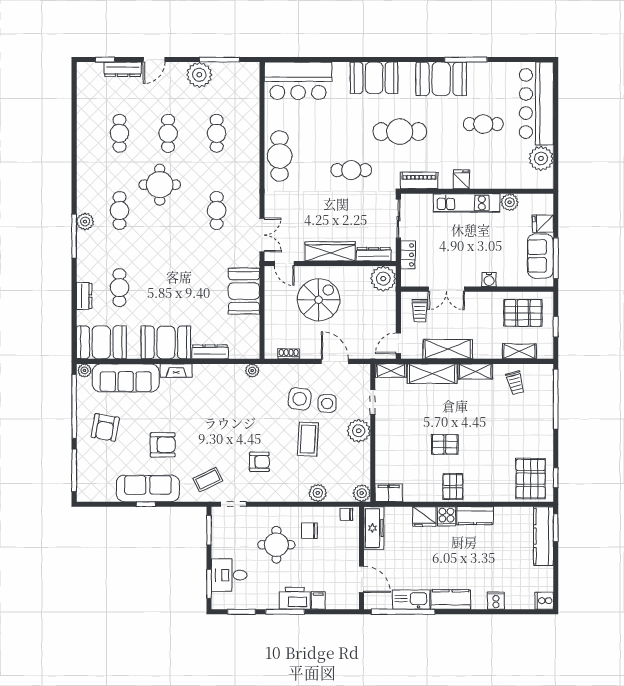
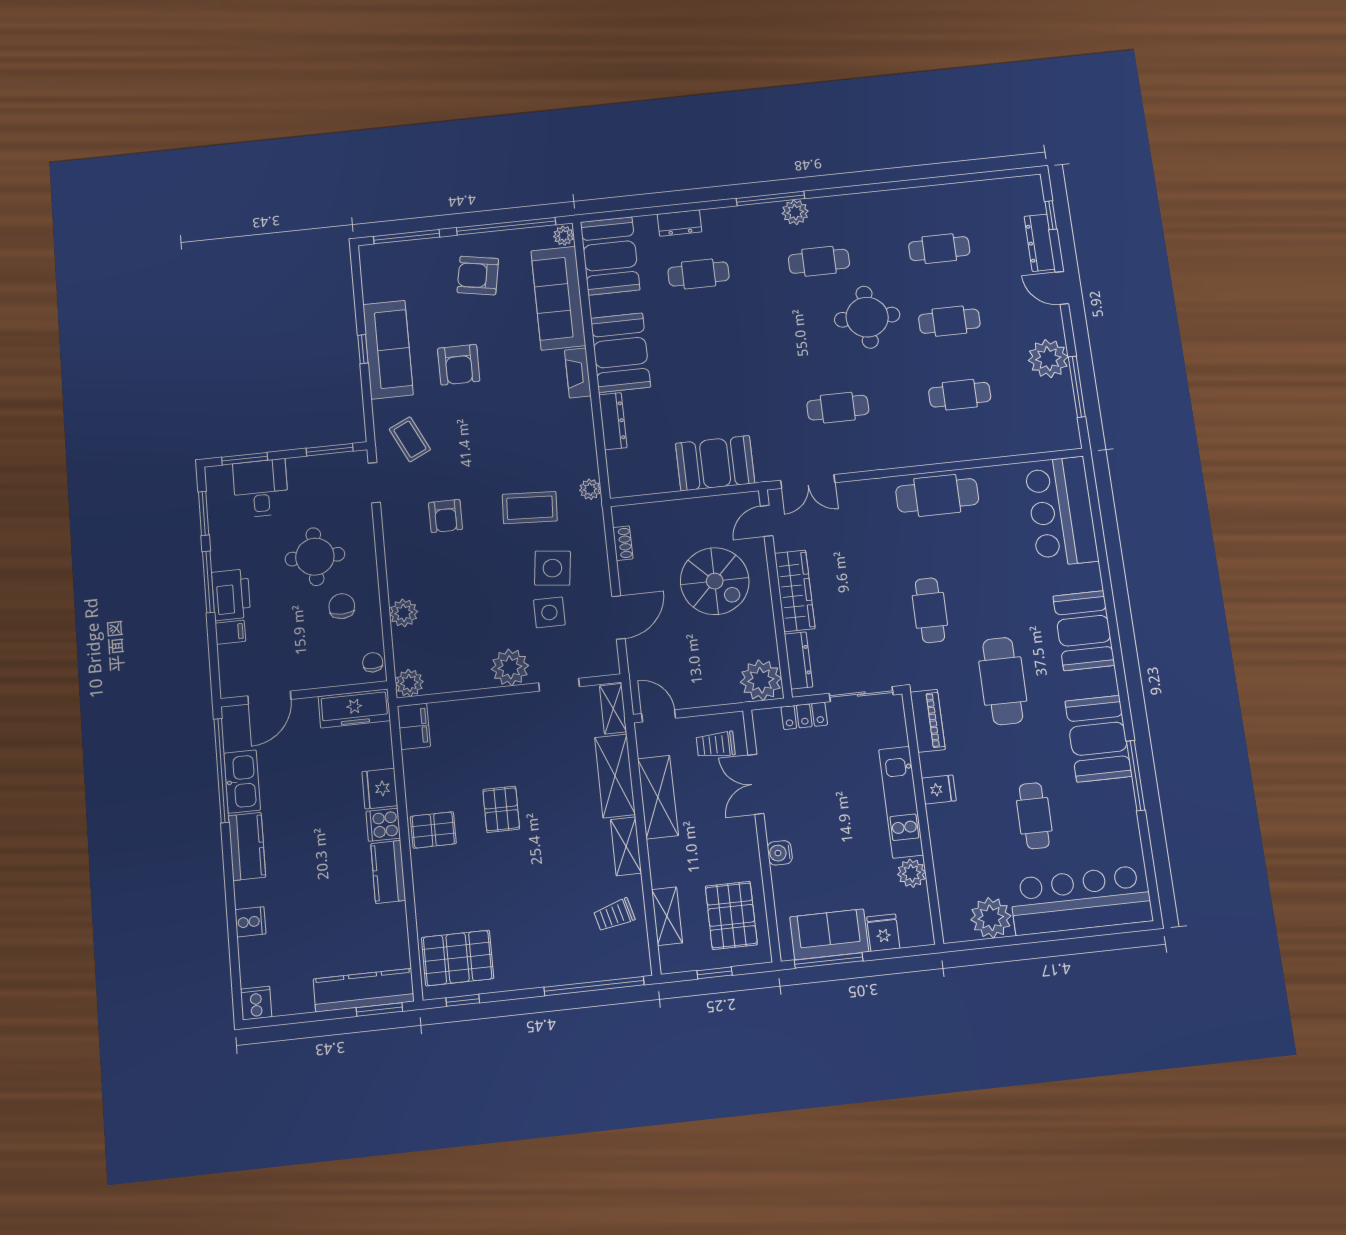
coffee table: (308, 439) -> (530, 508), moved

